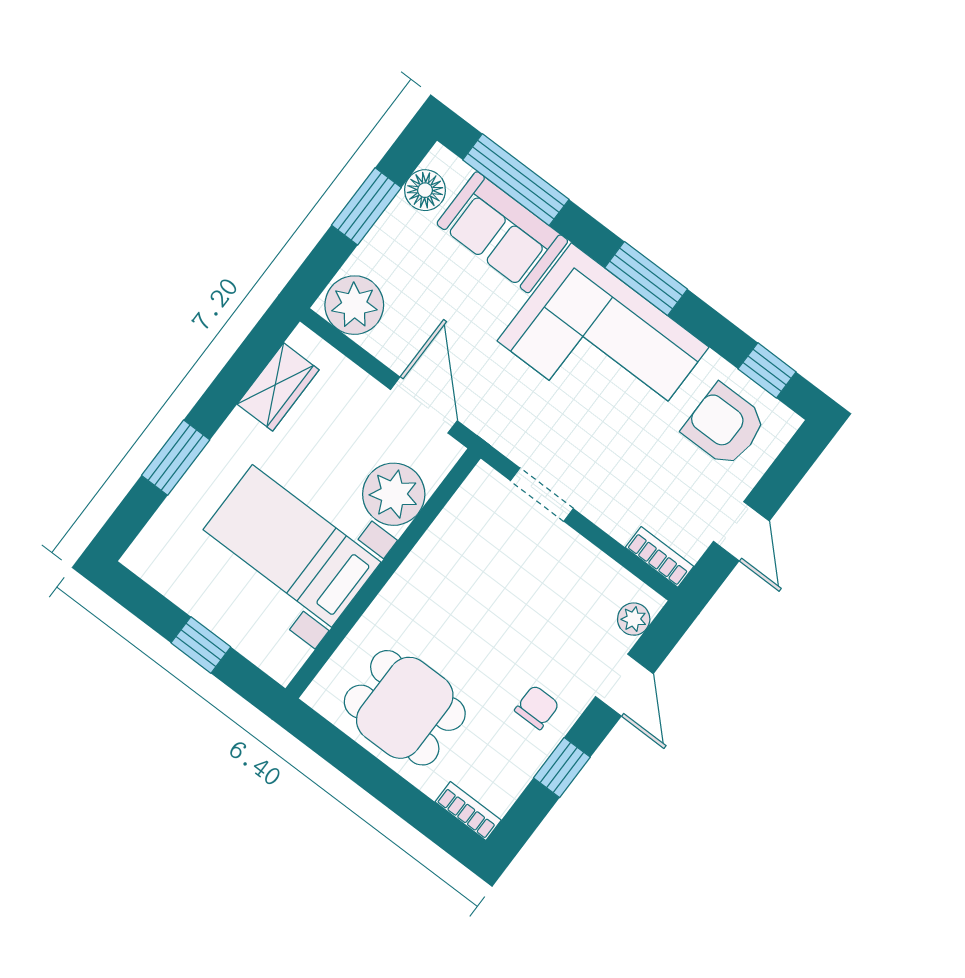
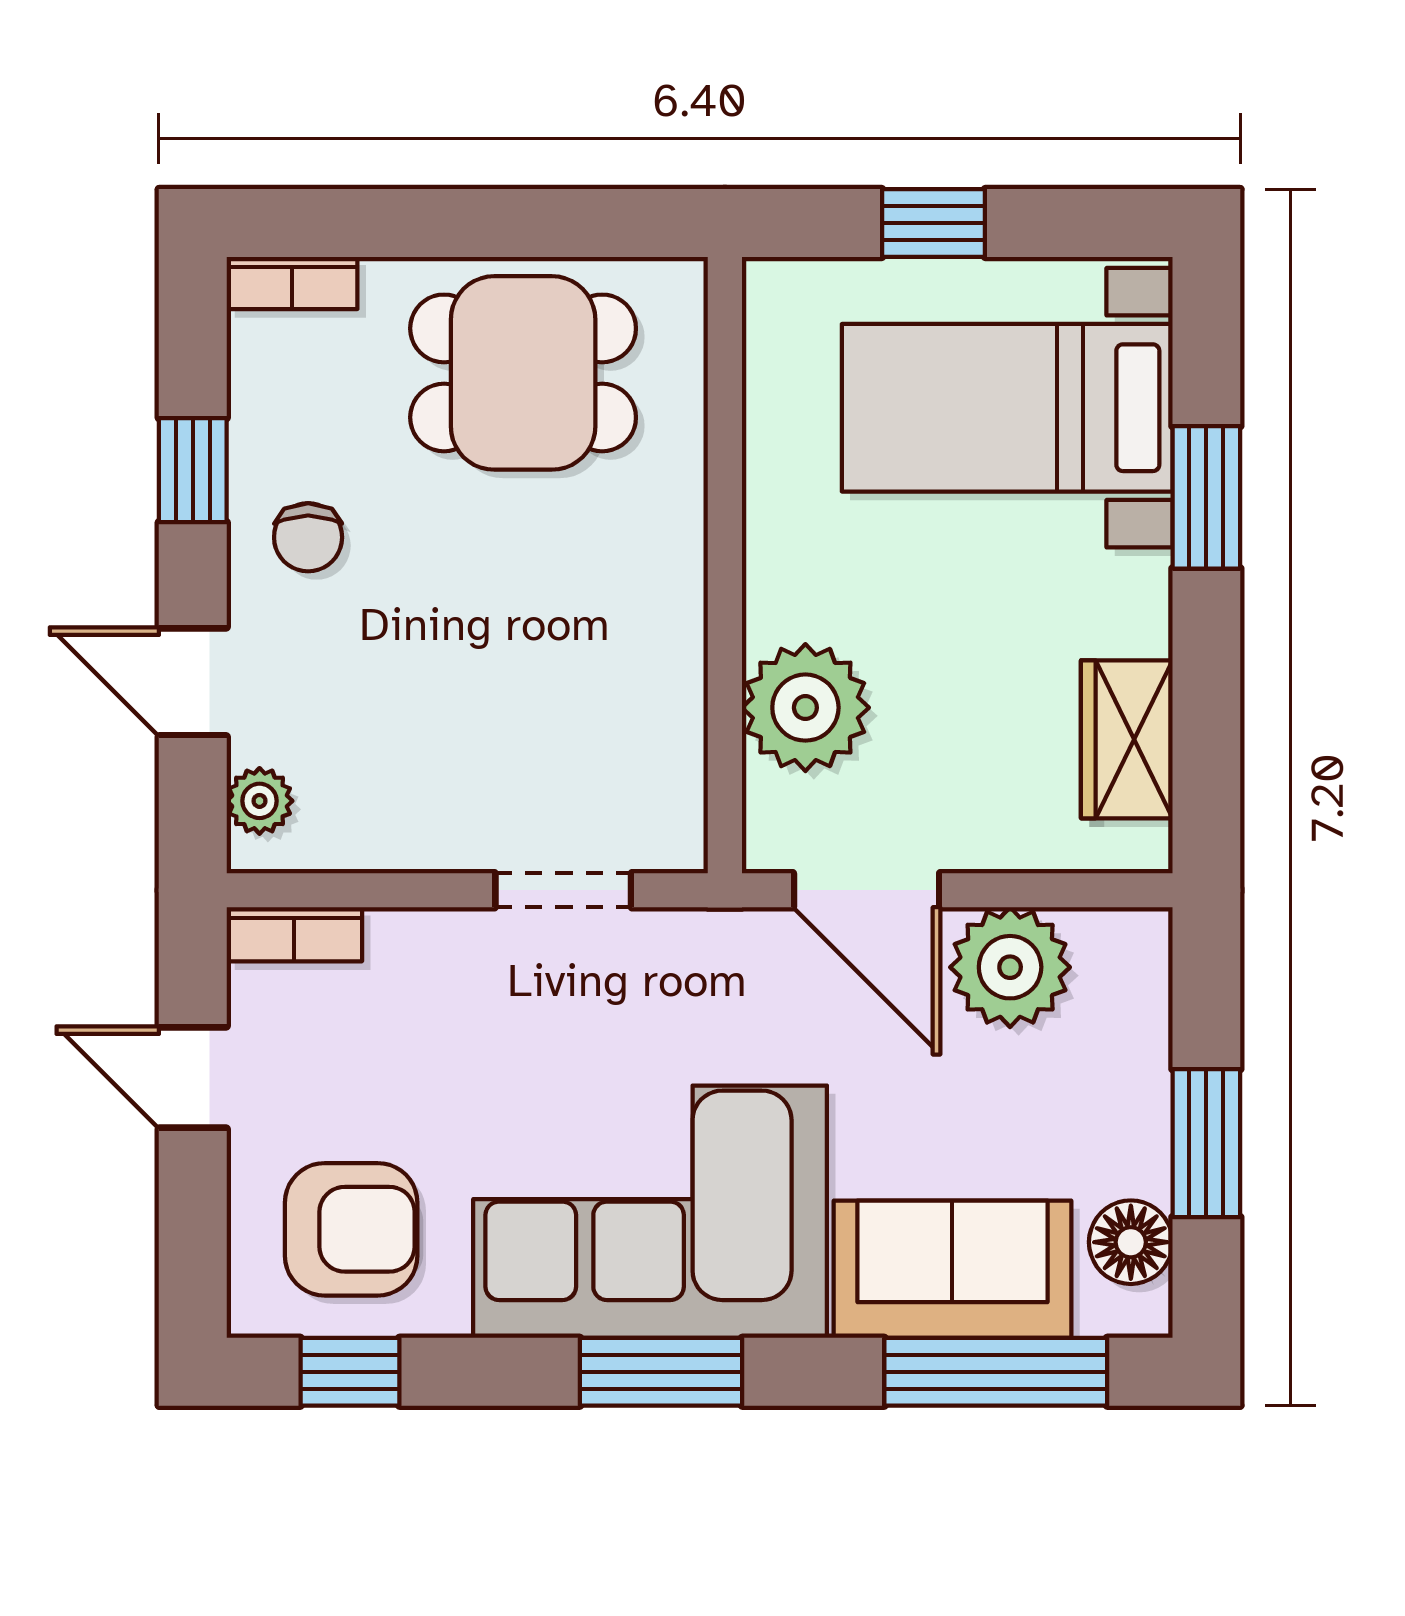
plant: (354, 305) -> (1010, 967), moved
bed with nightstands: (292, 546) -> (1007, 408), moved, turned 180

